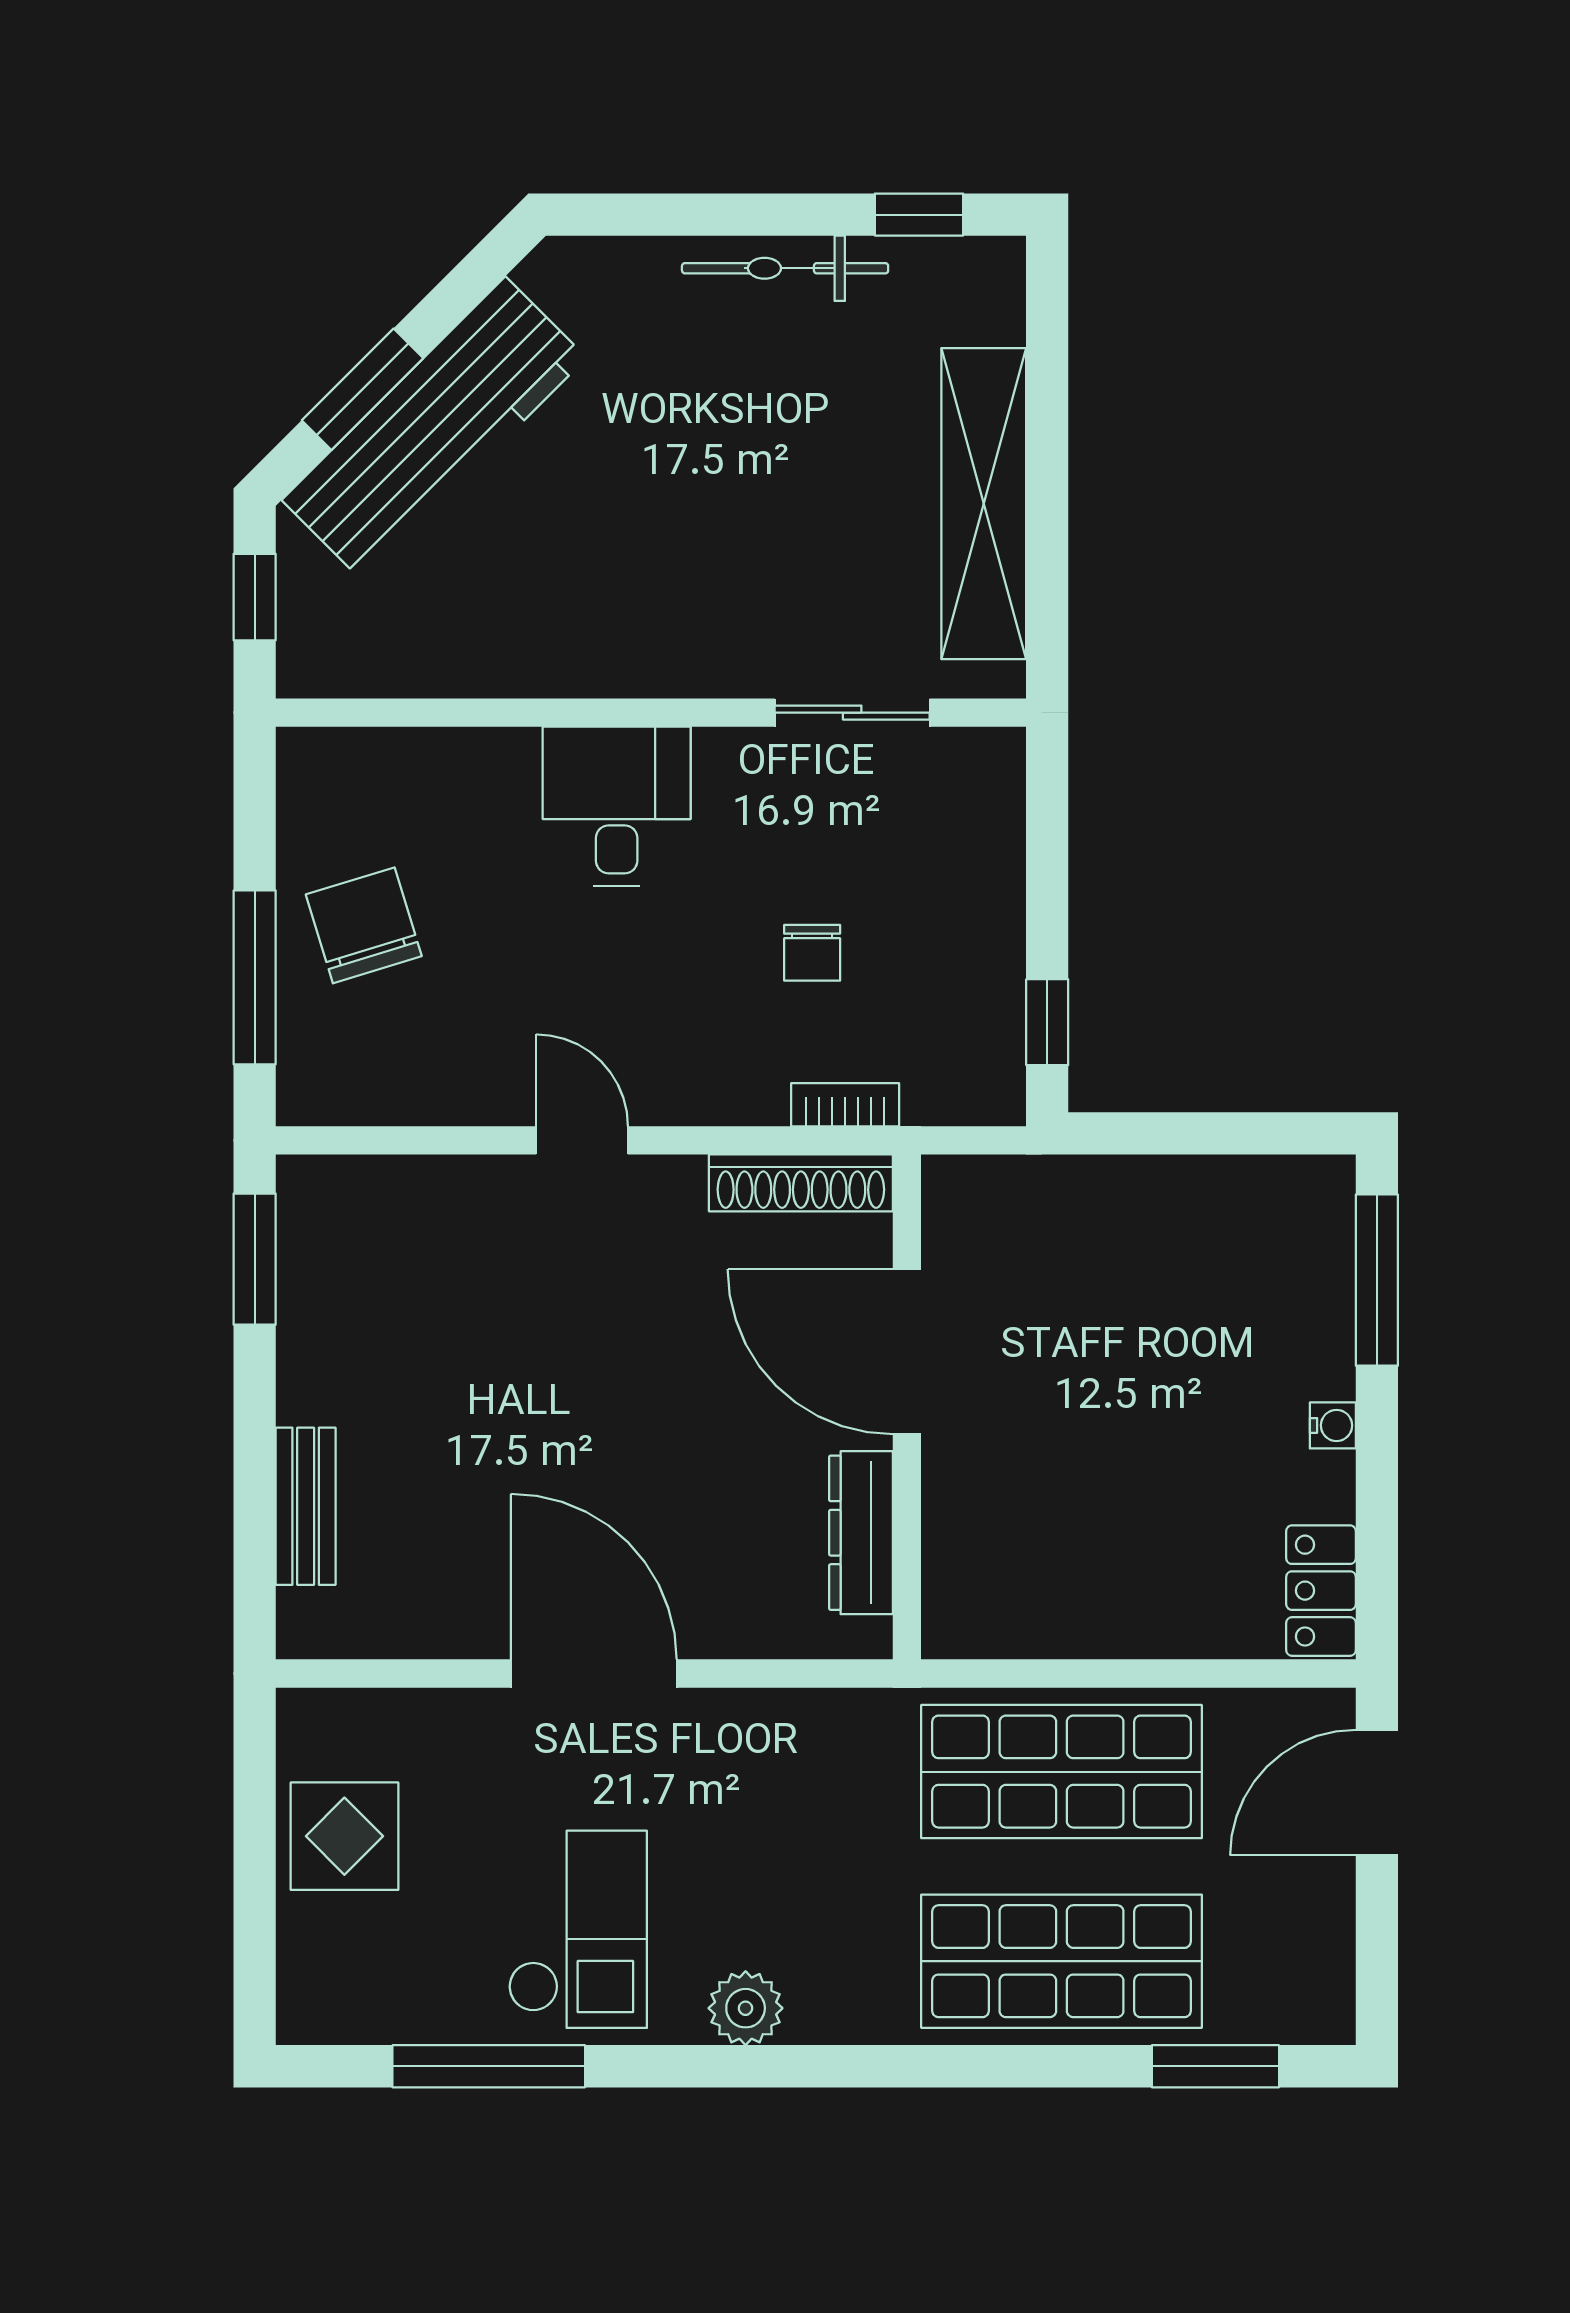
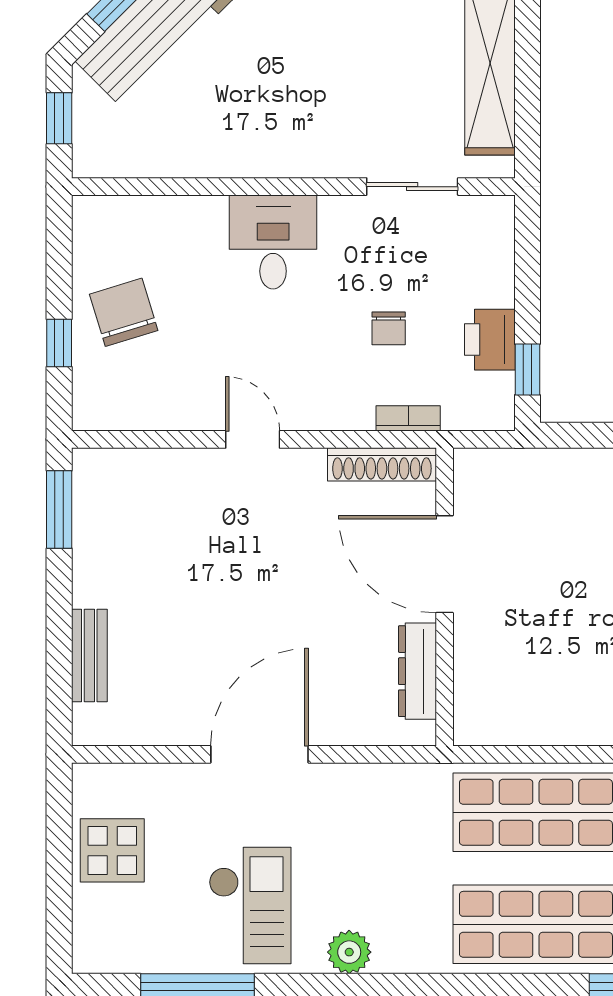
printer: (983, 972) -> (490, 340), added
window: (255, 977) -> (59, 343), width x0.46
door: (594, 1673) -> (260, 754), hinge flipped

